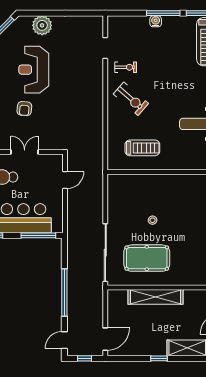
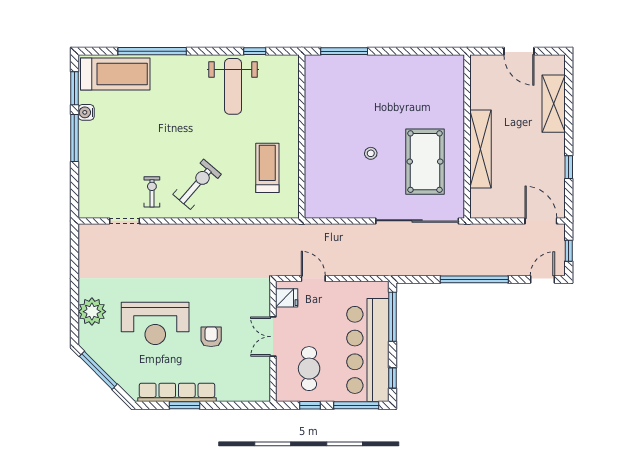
water cooler: (156, 21) -> (86, 112), moved
armchair: (24, 109) -> (211, 337), turned -95
fridge: (52, 161) -> (287, 298), added
door: (64, 340) -> (542, 279), swing flipped
window: (159, 358) -> (569, 167), moved

